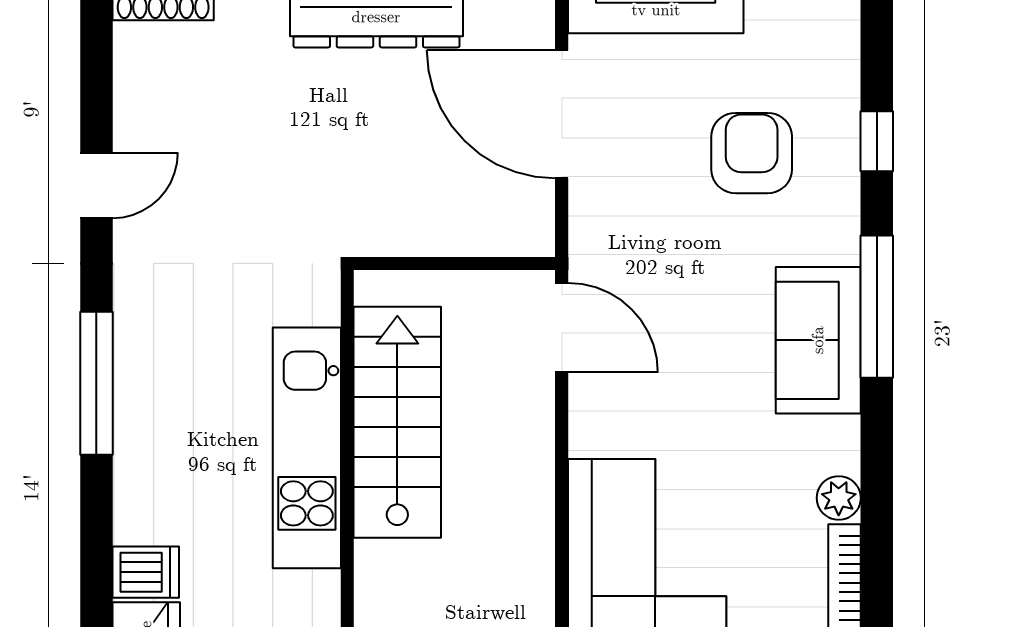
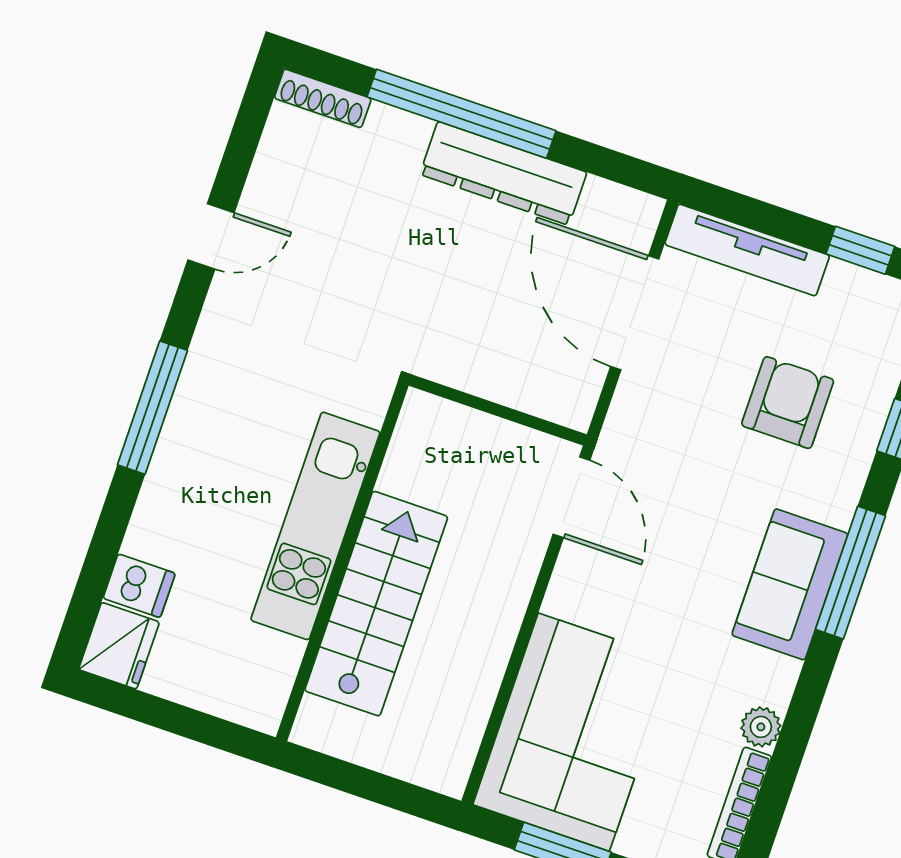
stairs: (397, 422) -> (376, 604), moved

